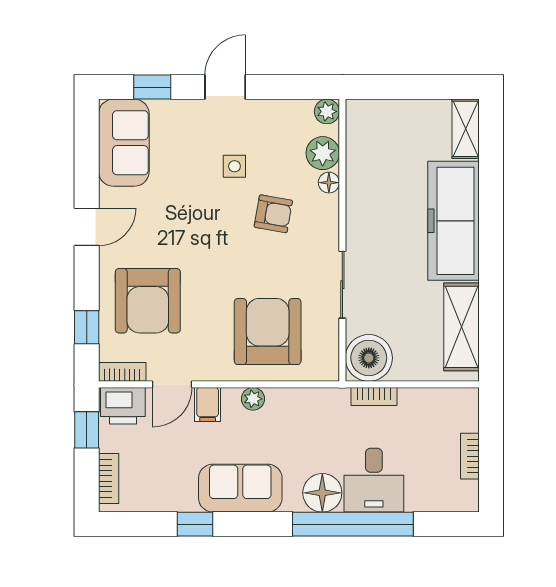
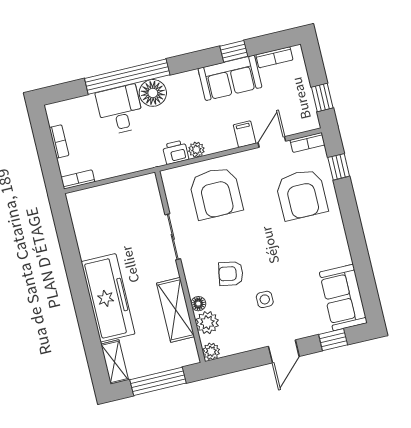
window: (411, 87) -> (158, 381), added
door: (87, 227) -> (355, 235), removed
armchair: (148, 301) -> (302, 195), turned 180
shelving: (461, 327) -> (176, 310), moved
boiler: (369, 358) -> (143, 192), removed
bookcase: (374, 397) -> (78, 180), moved
plant: (253, 399) -> (196, 150), moved
printer: (123, 406) -> (176, 152), moved, width x0.73, depth x0.81
bookcase: (109, 479) -> (274, 57), moved, turned -90
sofa: (240, 488) -> (230, 78), moved

